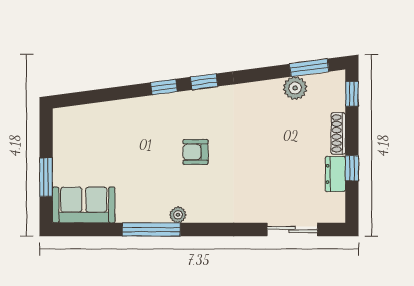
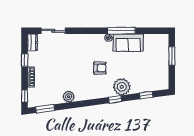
window: (204, 82) -> (146, 95), moved
plant: (295, 88) -> (69, 97), moved
plant: (150, 113) -> (122, 87), added
dresser: (335, 174) -> (33, 42), moved
sofa: (84, 205) -> (128, 43), moved

